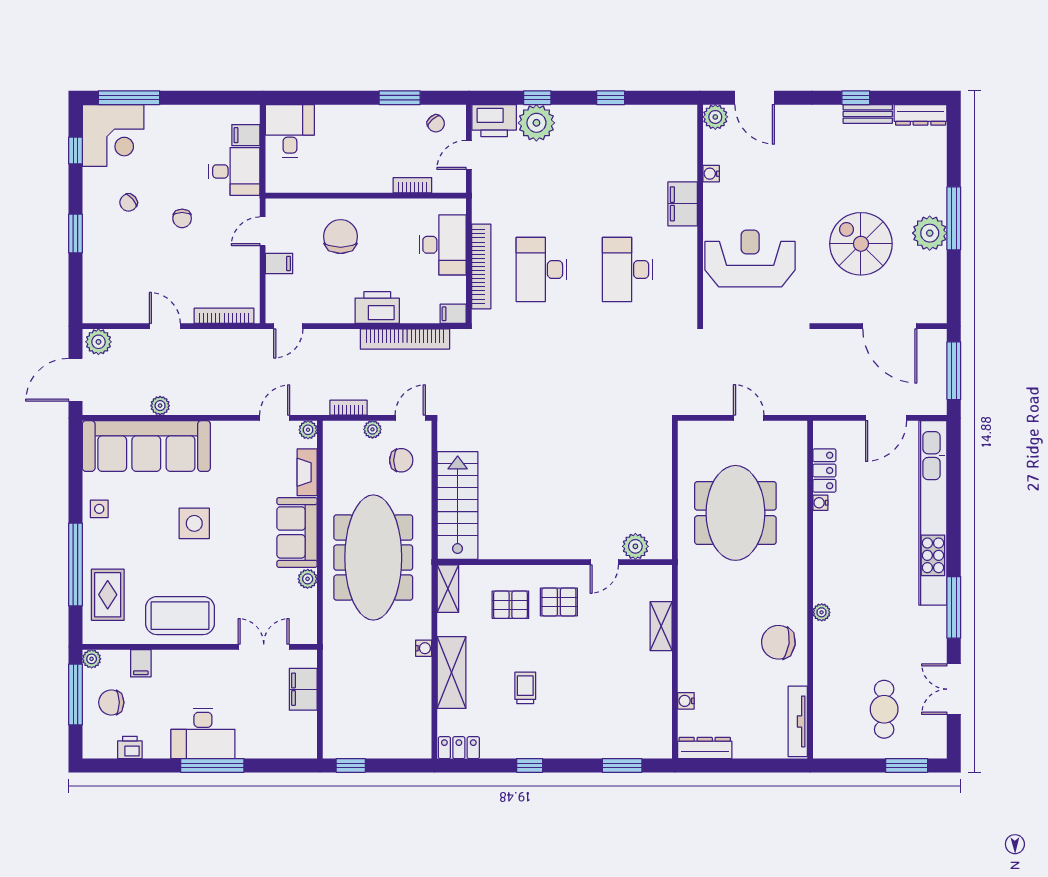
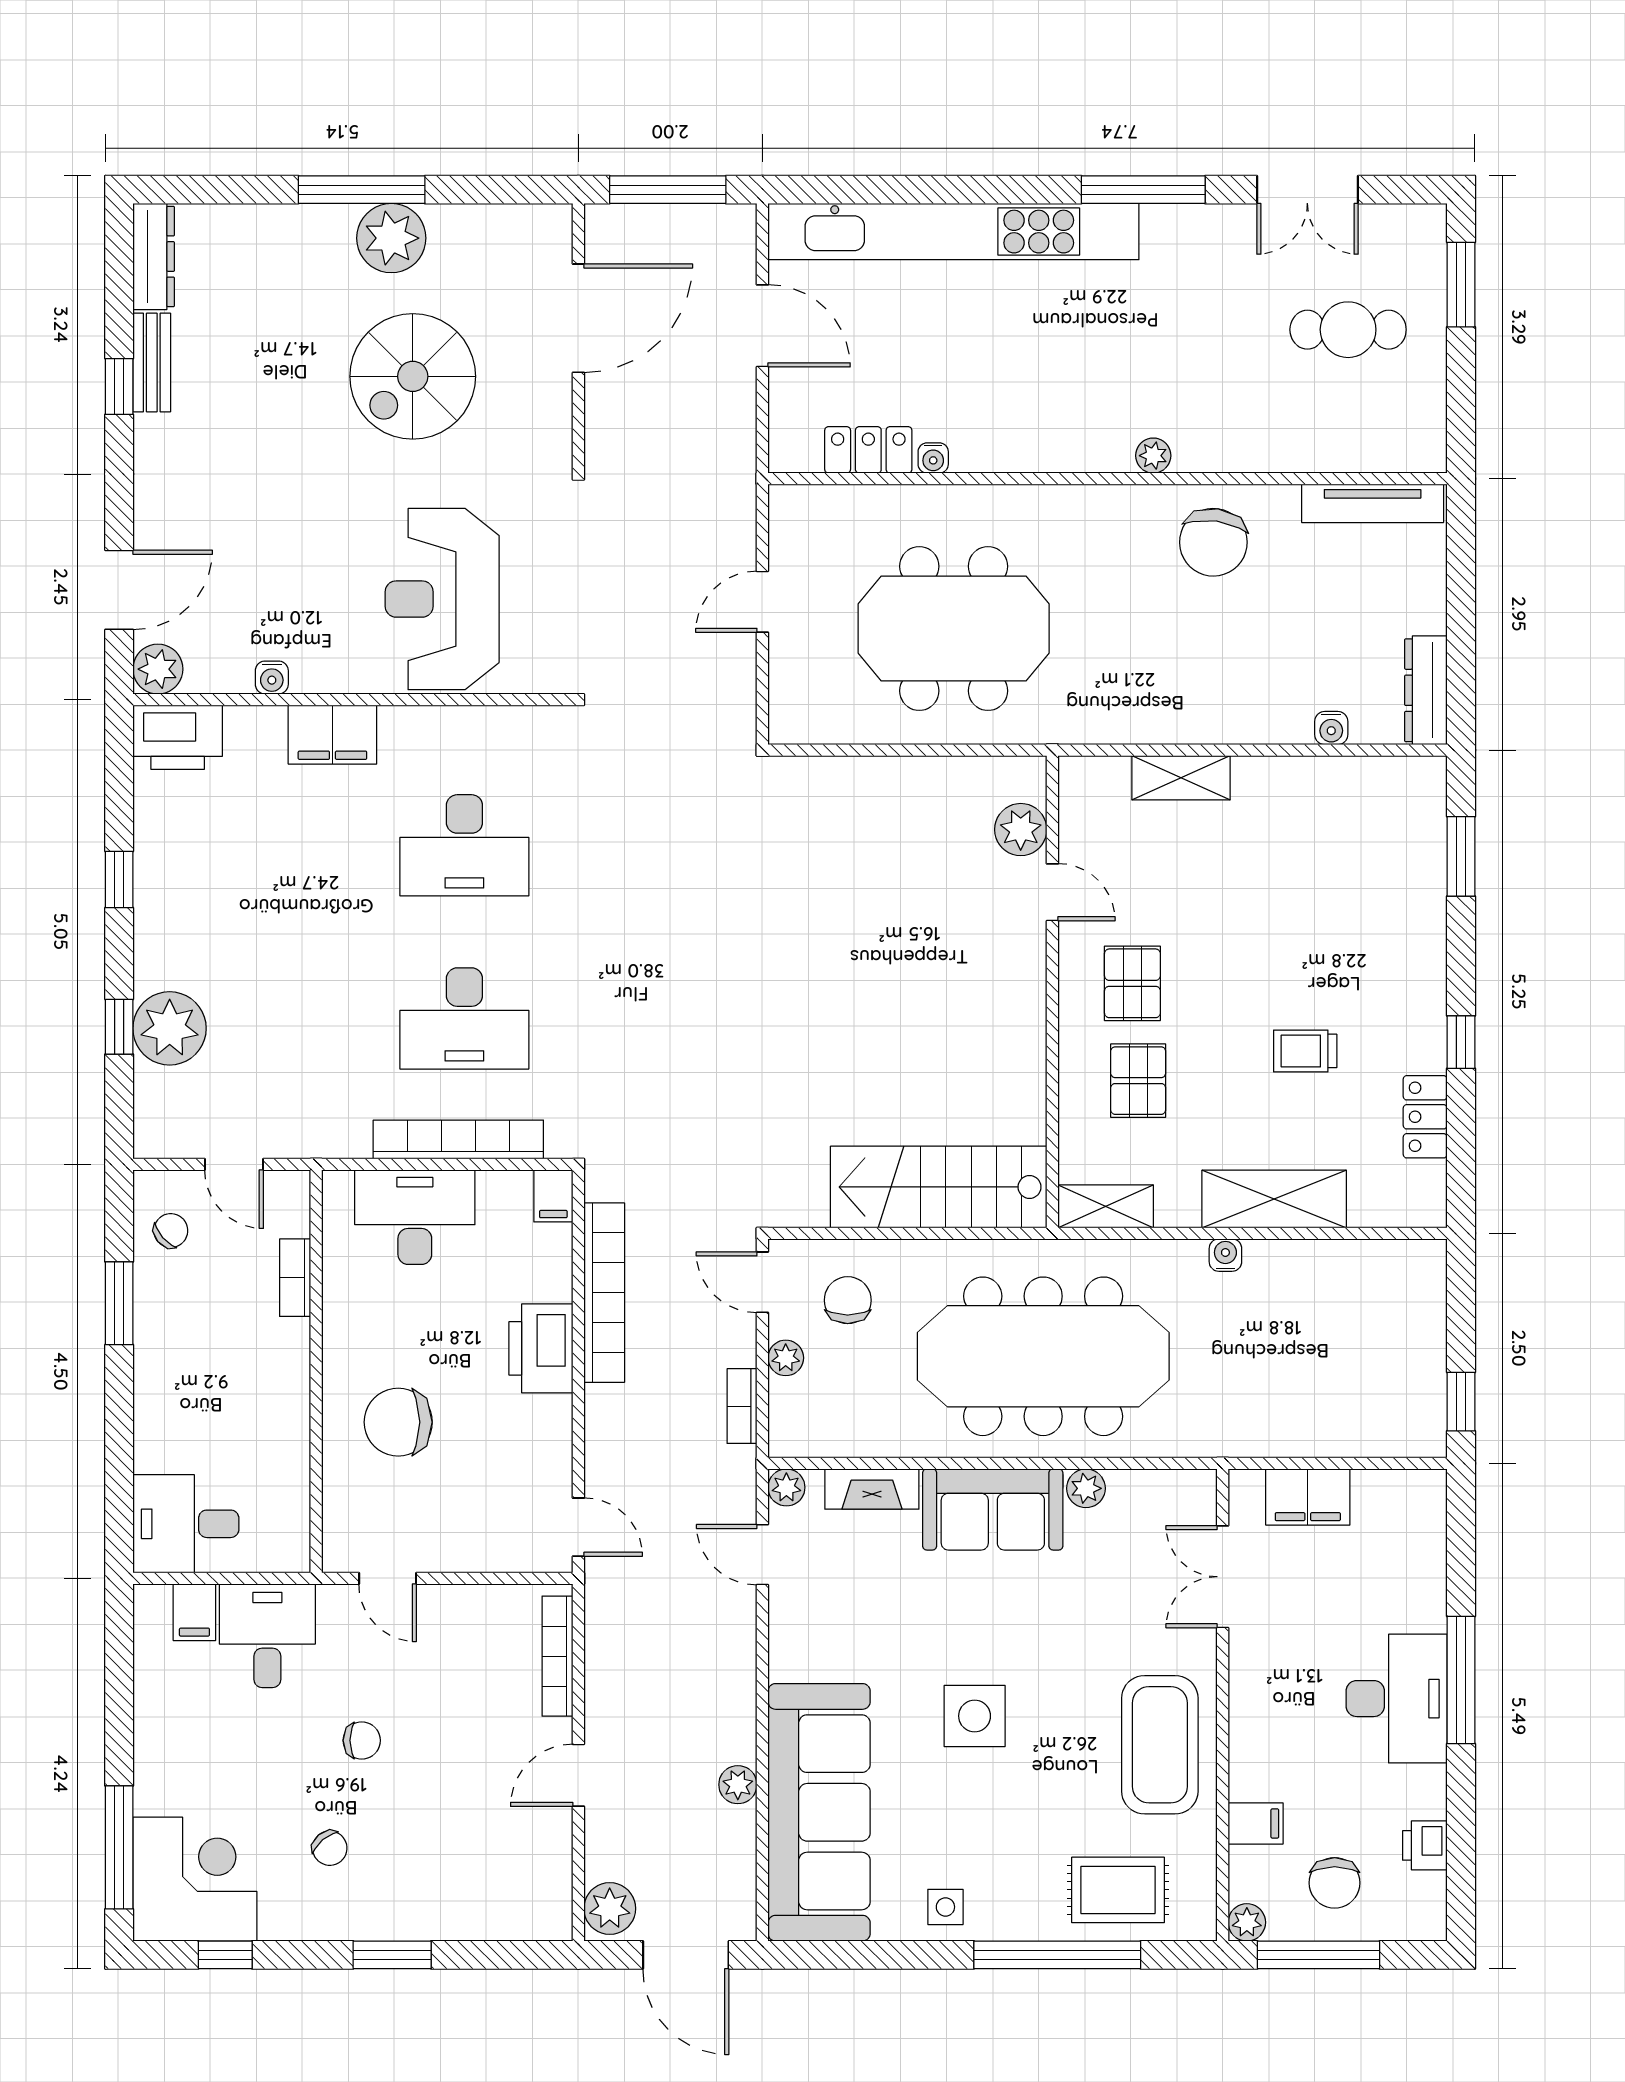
printer: (494, 121) -> (178, 737), moved, turned 90
filing cabinet: (279, 263) -> (452, 1546), removed
locker: (459, 748) -> (1425, 1117), moved

